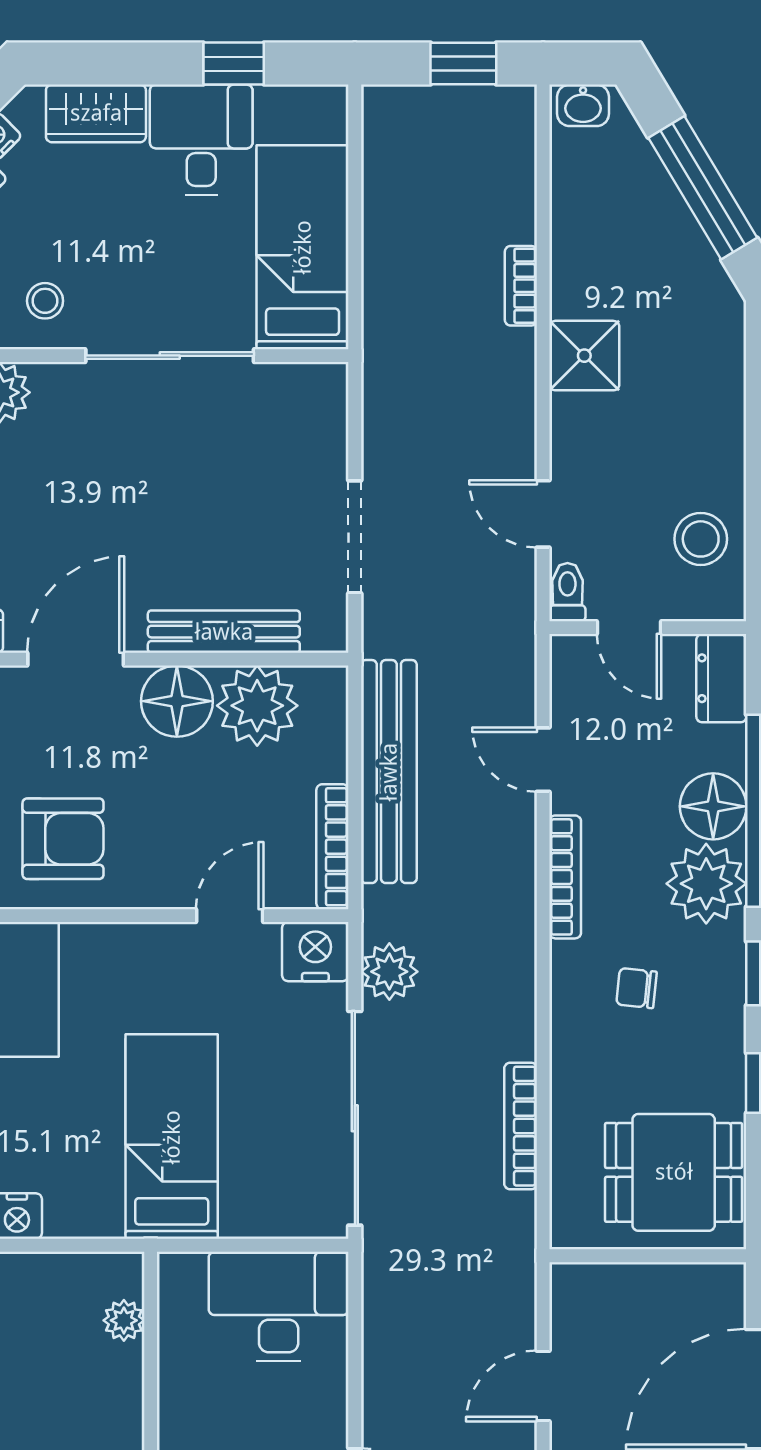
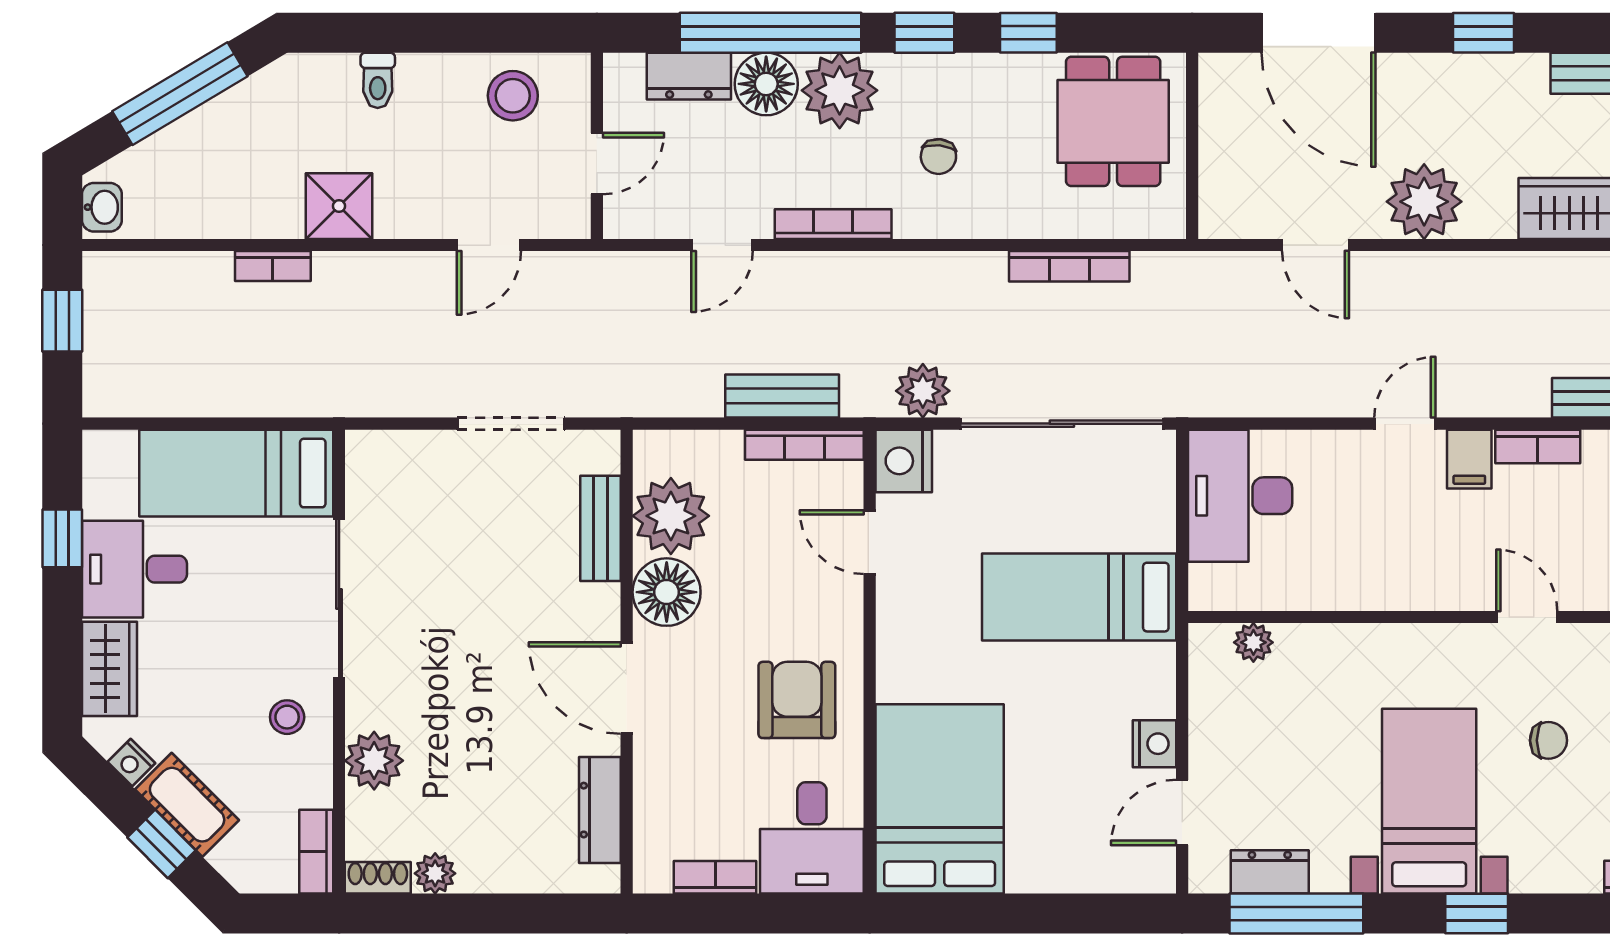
toilet: (567, 592) -> (378, 80), moved, turned -90
bench: (224, 632) -> (601, 528), width x0.73
dresser: (721, 678) -> (689, 76), moved
bench: (389, 772) -> (782, 396), width x0.54, depth x0.82

